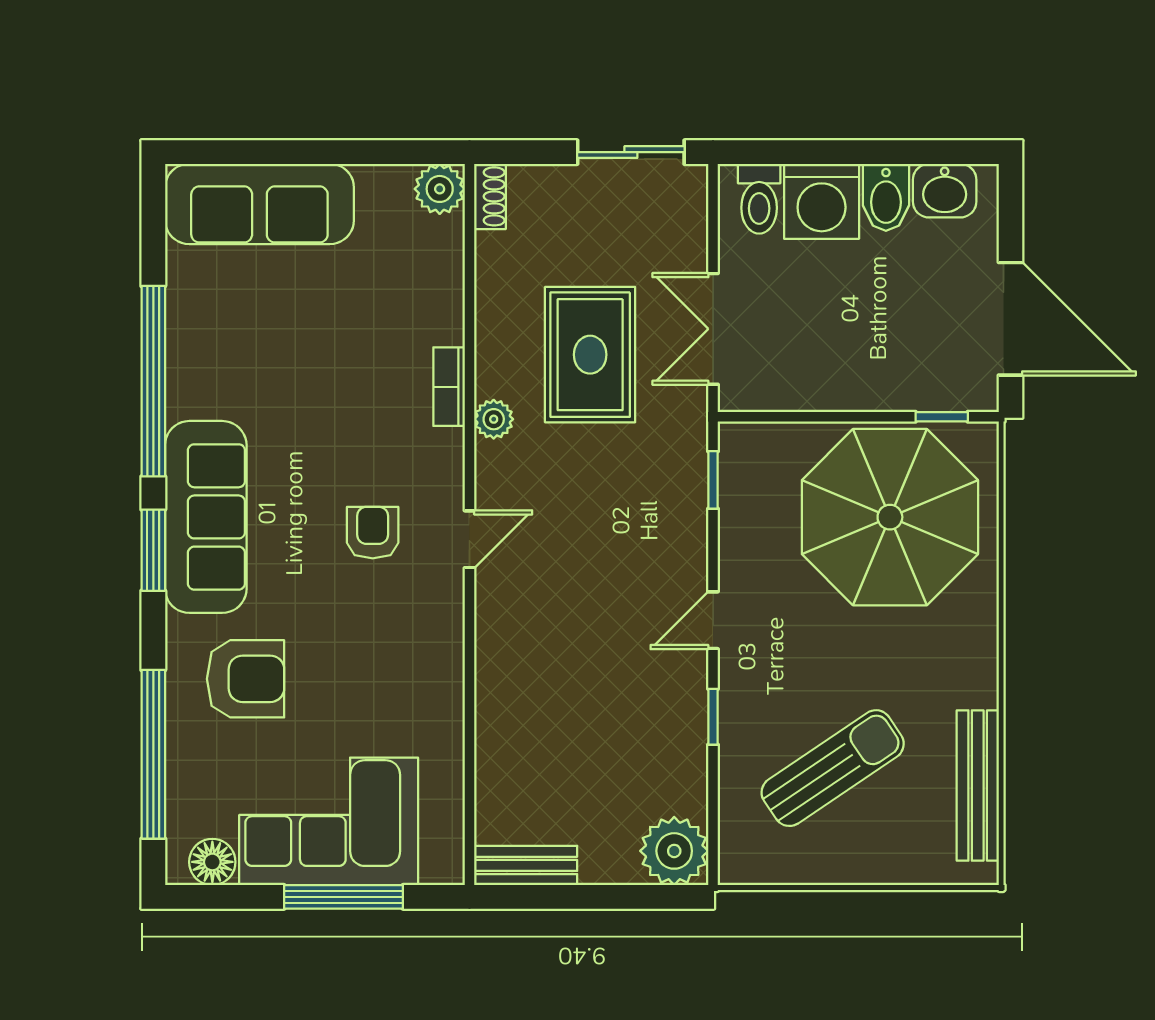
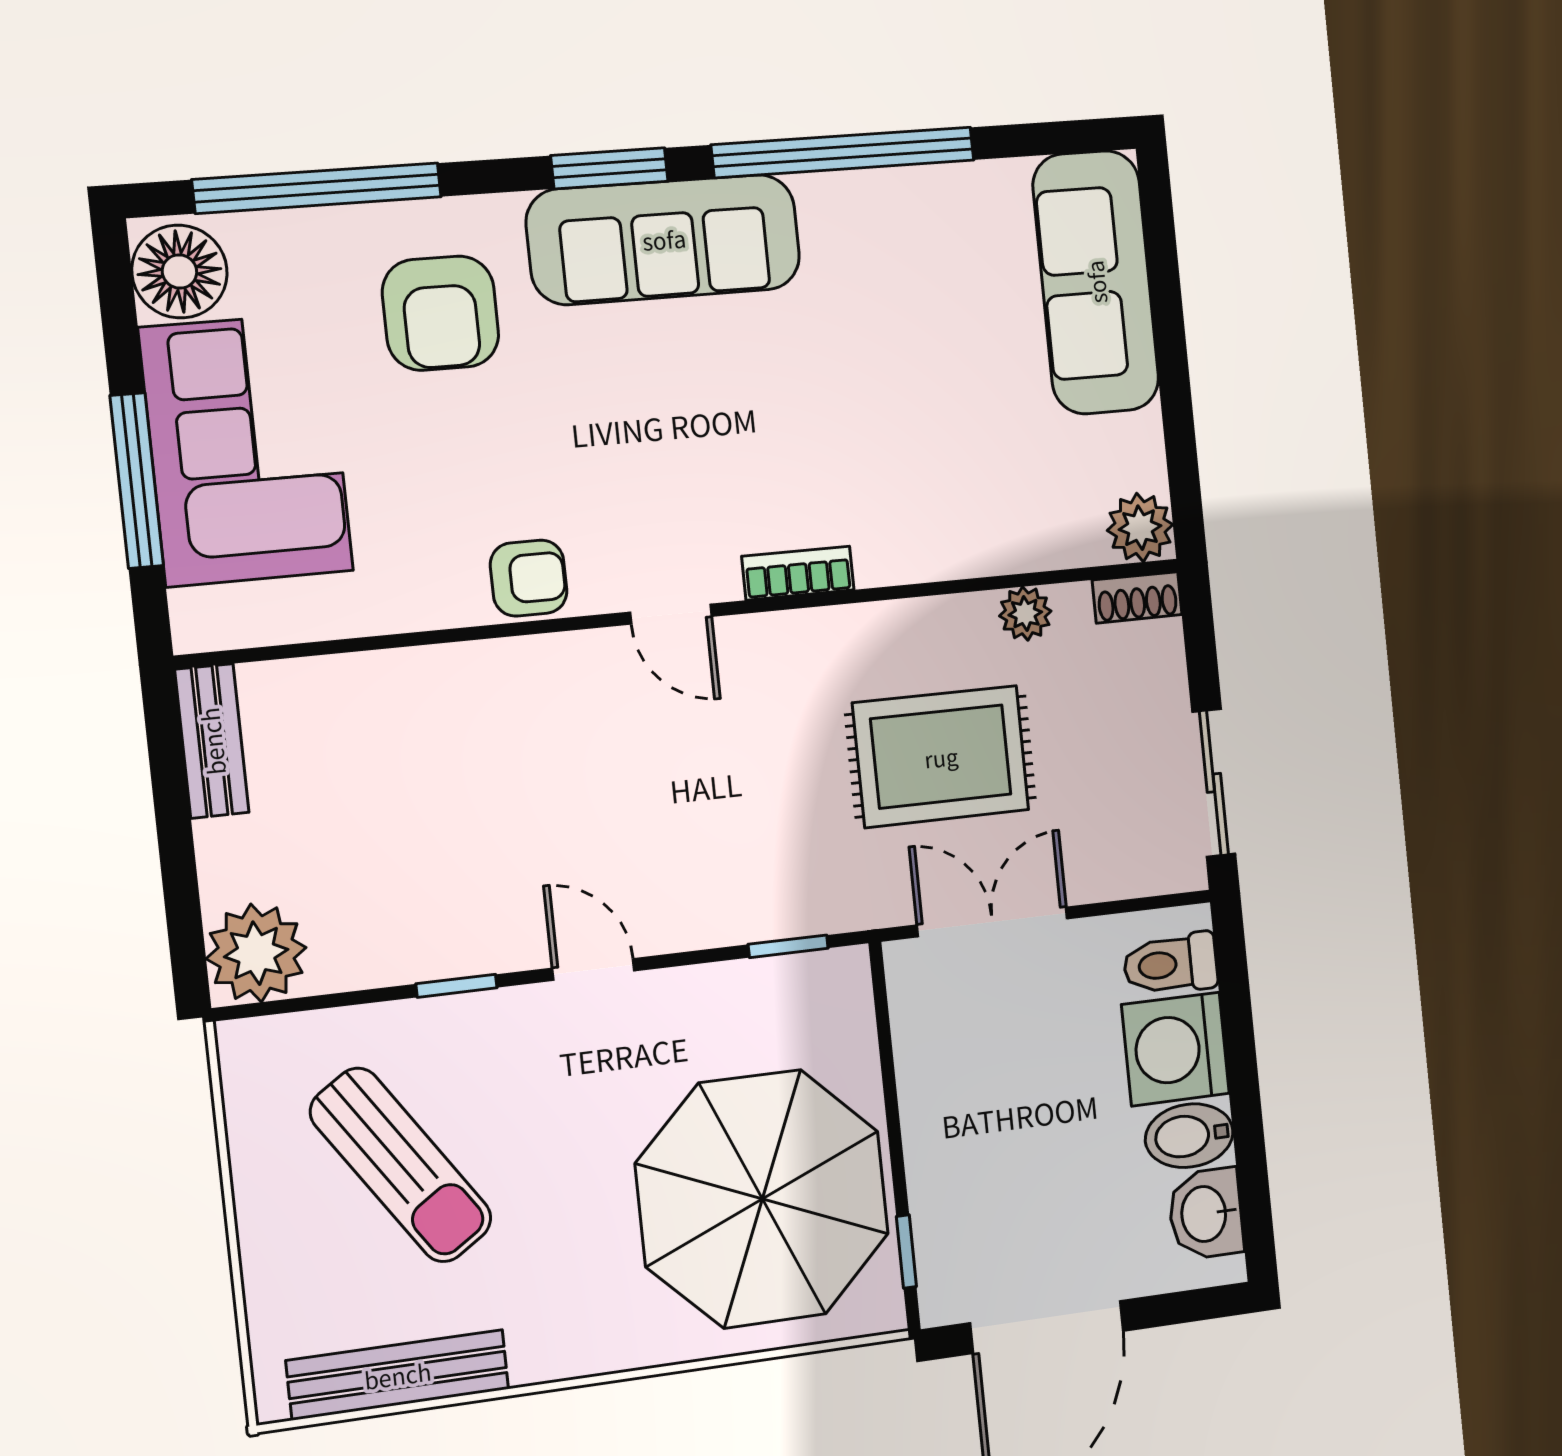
bookcase: (449, 387) -> (798, 573), moved
plant: (494, 419) -> (1025, 613), moved
armchair: (373, 533) -> (529, 578), moved
floor lamp: (212, 862) -> (179, 272), width x1.38, depth x1.38

